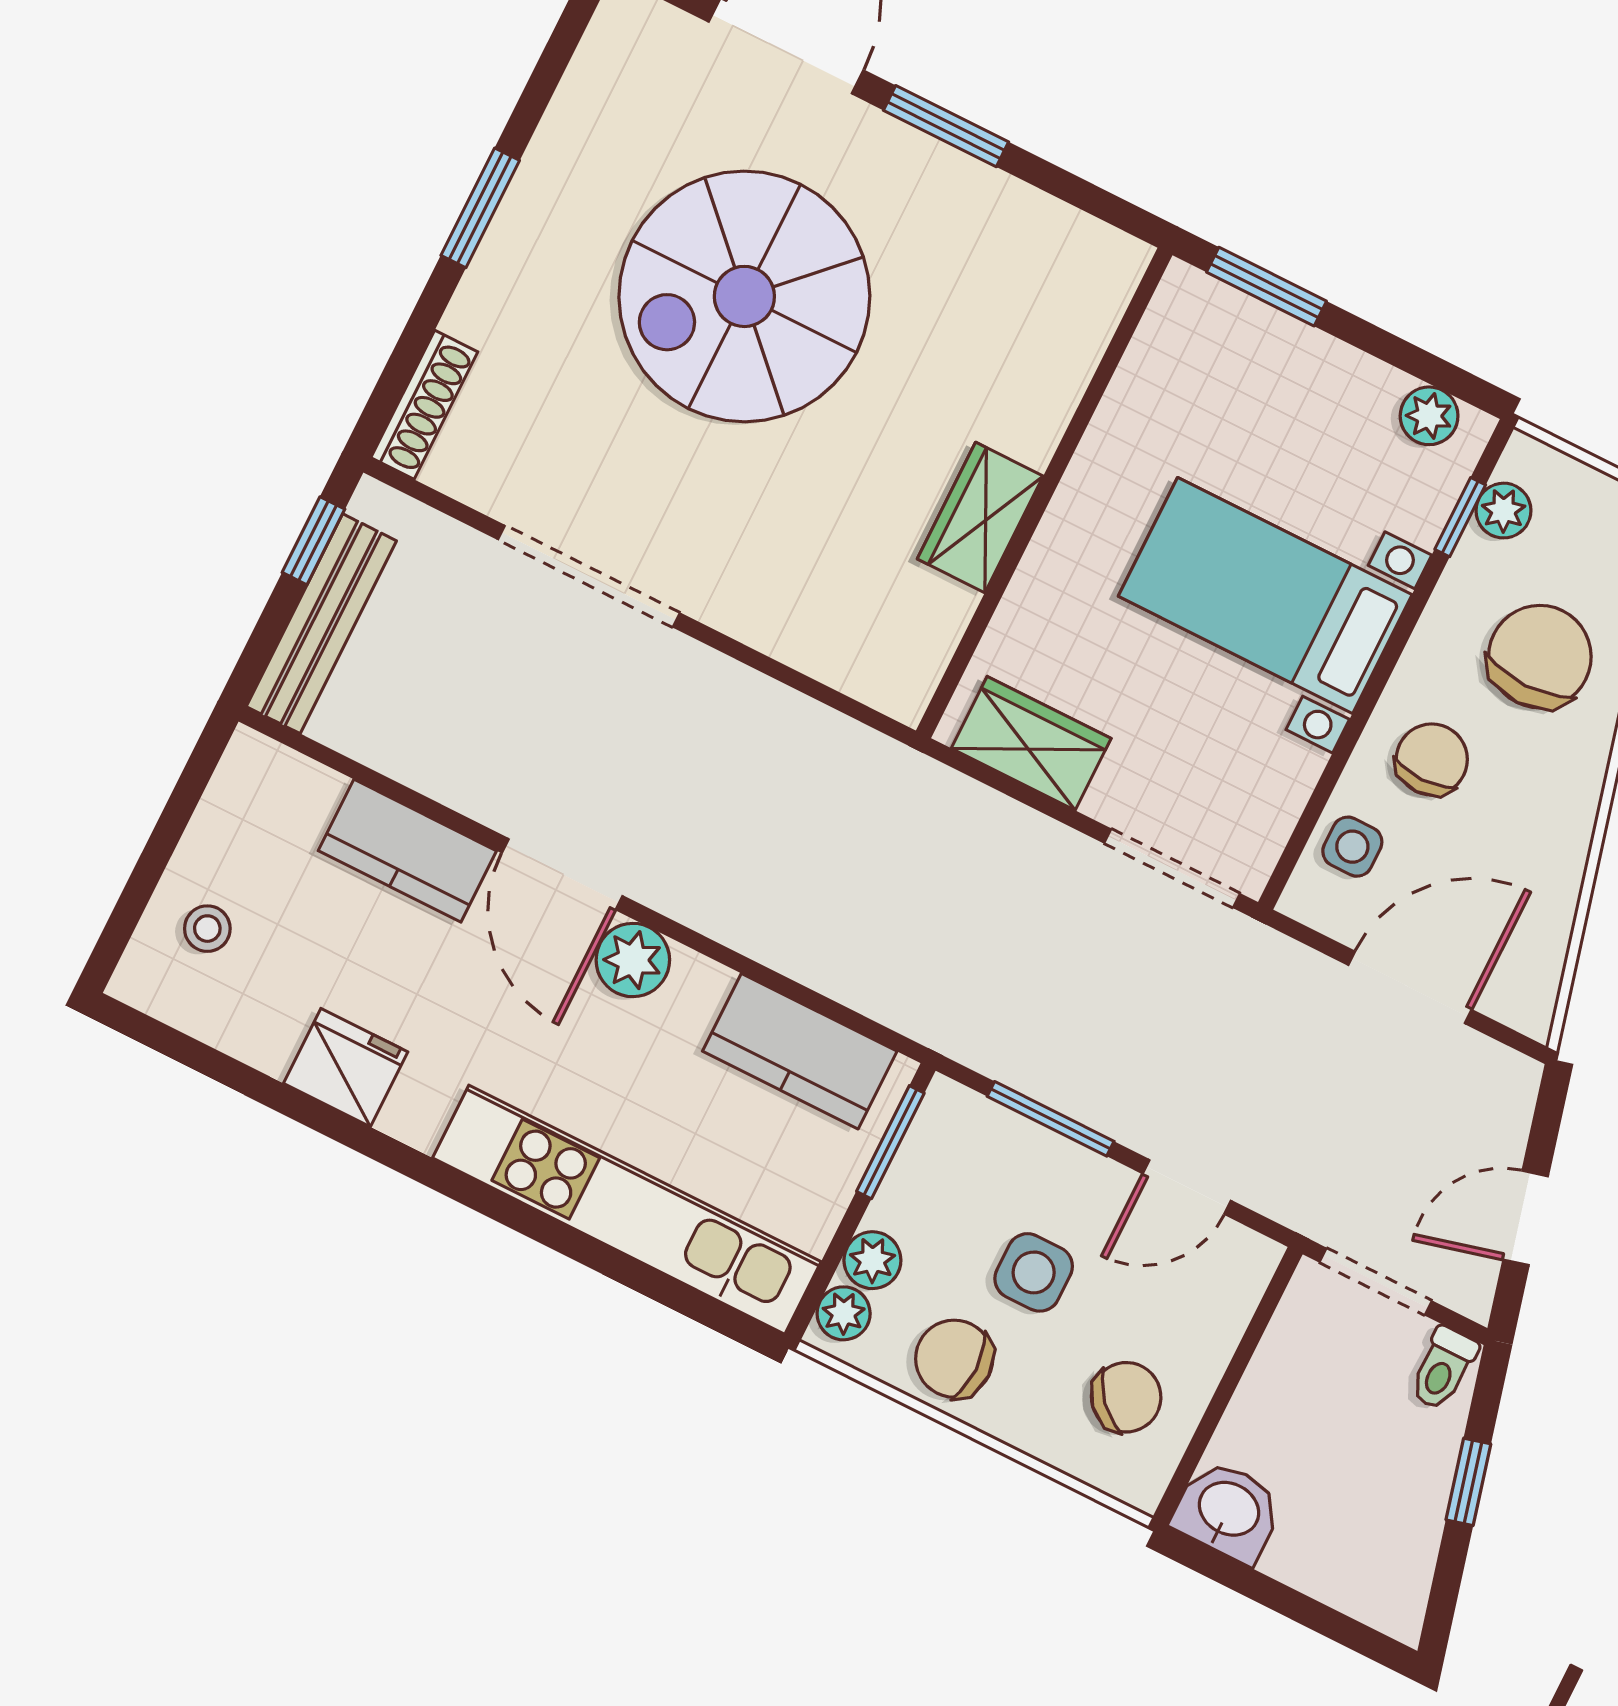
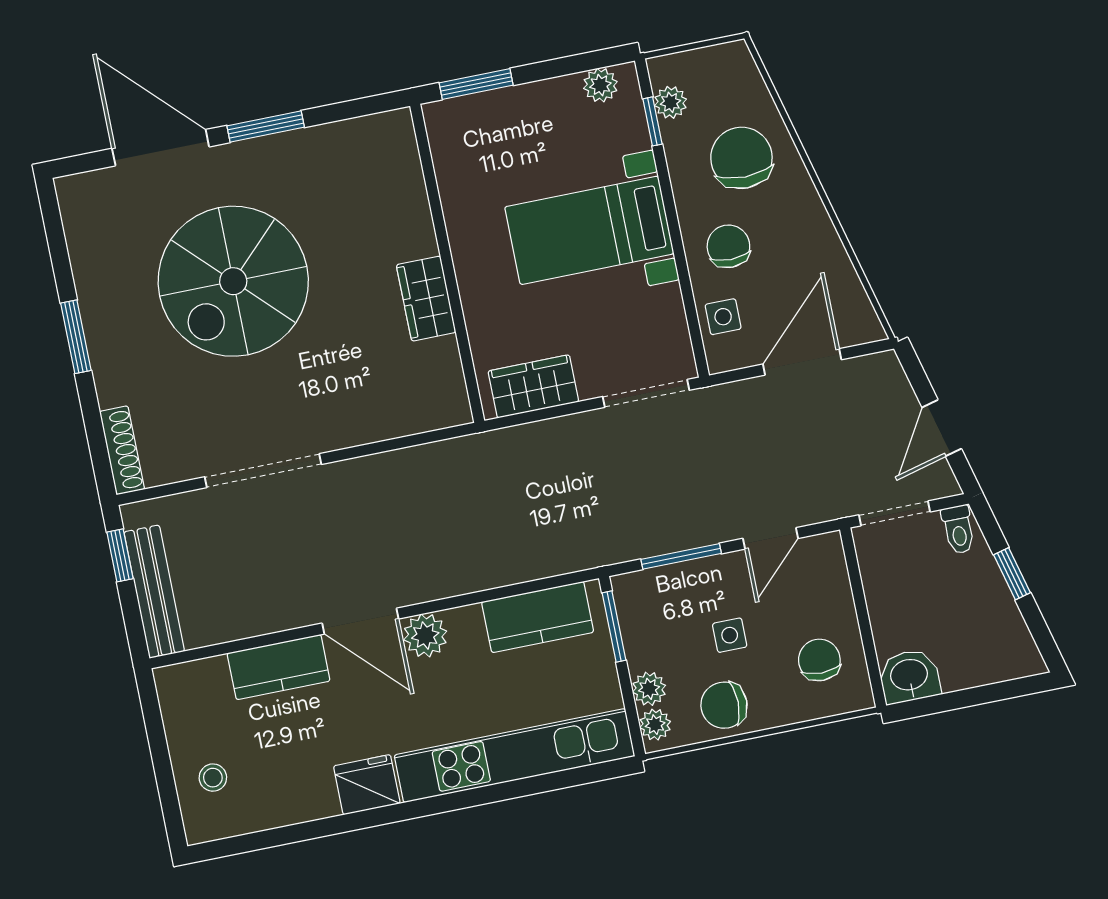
fridge: (346, 1068) -> (367, 785), moved
side table: (1034, 1272) -> (730, 635), width x0.73, depth x0.73
chair: (1126, 1397) -> (819, 660), turned -48

